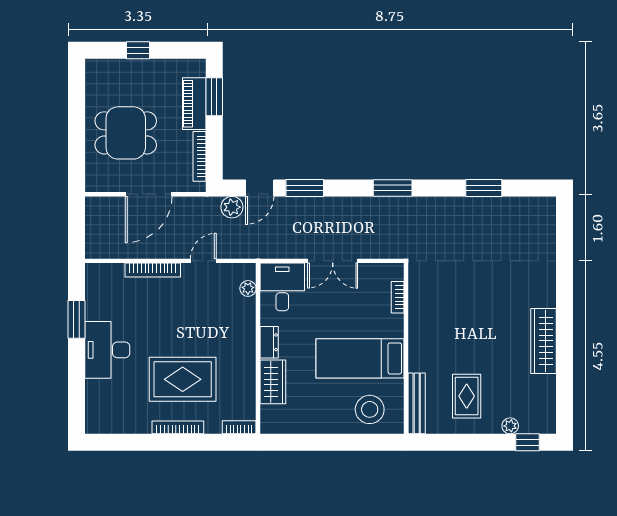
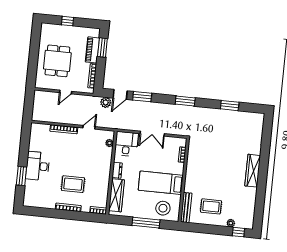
dining table: (126, 133) -> (57, 61), turned 90
door: (149, 194) -> (66, 92), width x0.53
window: (77, 319) -> (21, 176), moved
wardrobe: (544, 341) -> (253, 171), moved
rug: (183, 379) -> (73, 184), width x0.73, depth x0.70
wardrobe: (273, 382) -> (116, 195), width x1.50
rug: (467, 396) -> (211, 206), turned 90
window: (338, 442) -> (146, 223), added

